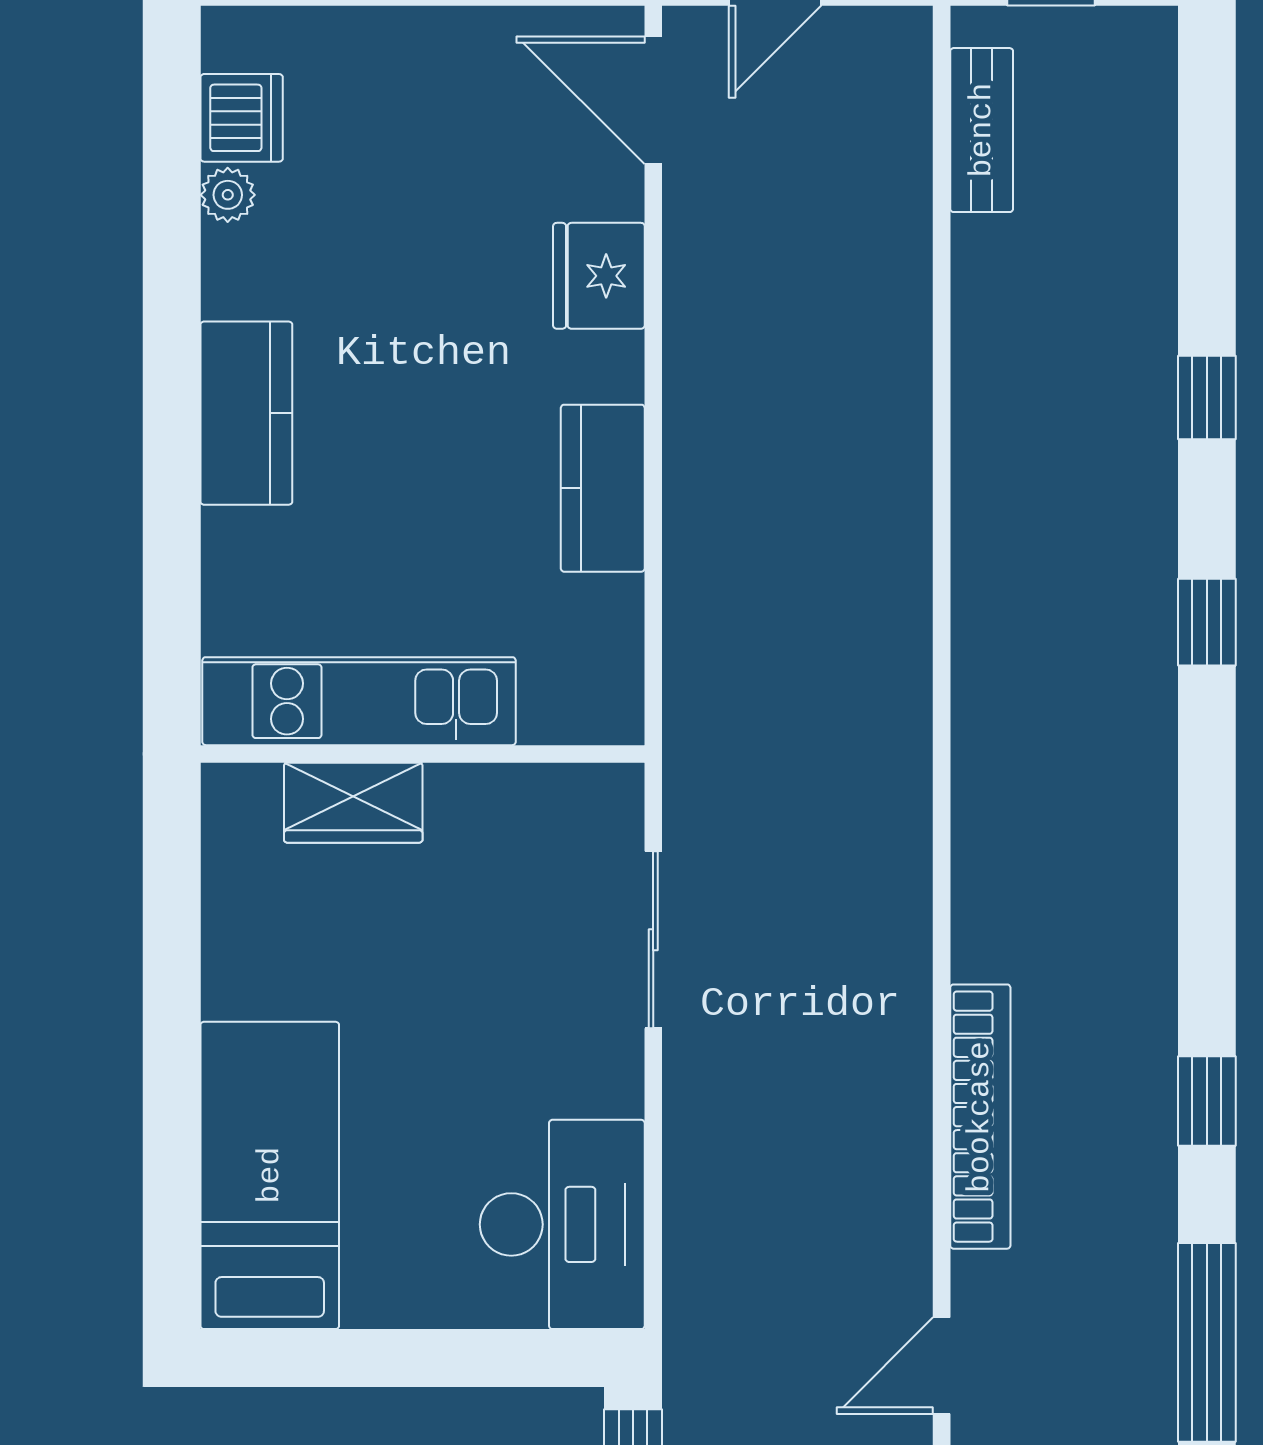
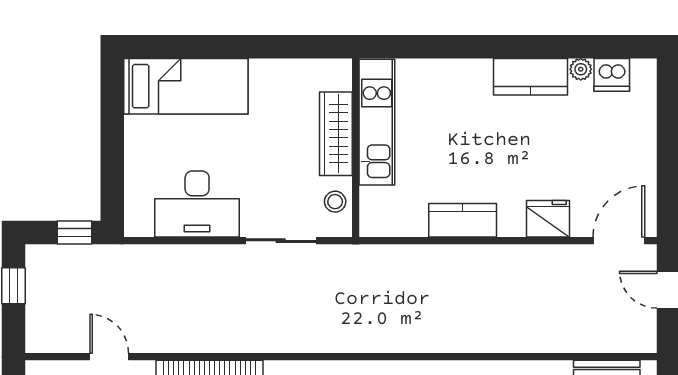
kitchen counter: (246, 413) -> (530, 77), moved
wardrobe: (353, 803) -> (336, 134), width x1.50
stool: (556, 805) -> (335, 202), added
desk: (562, 1224) -> (197, 204), moved

